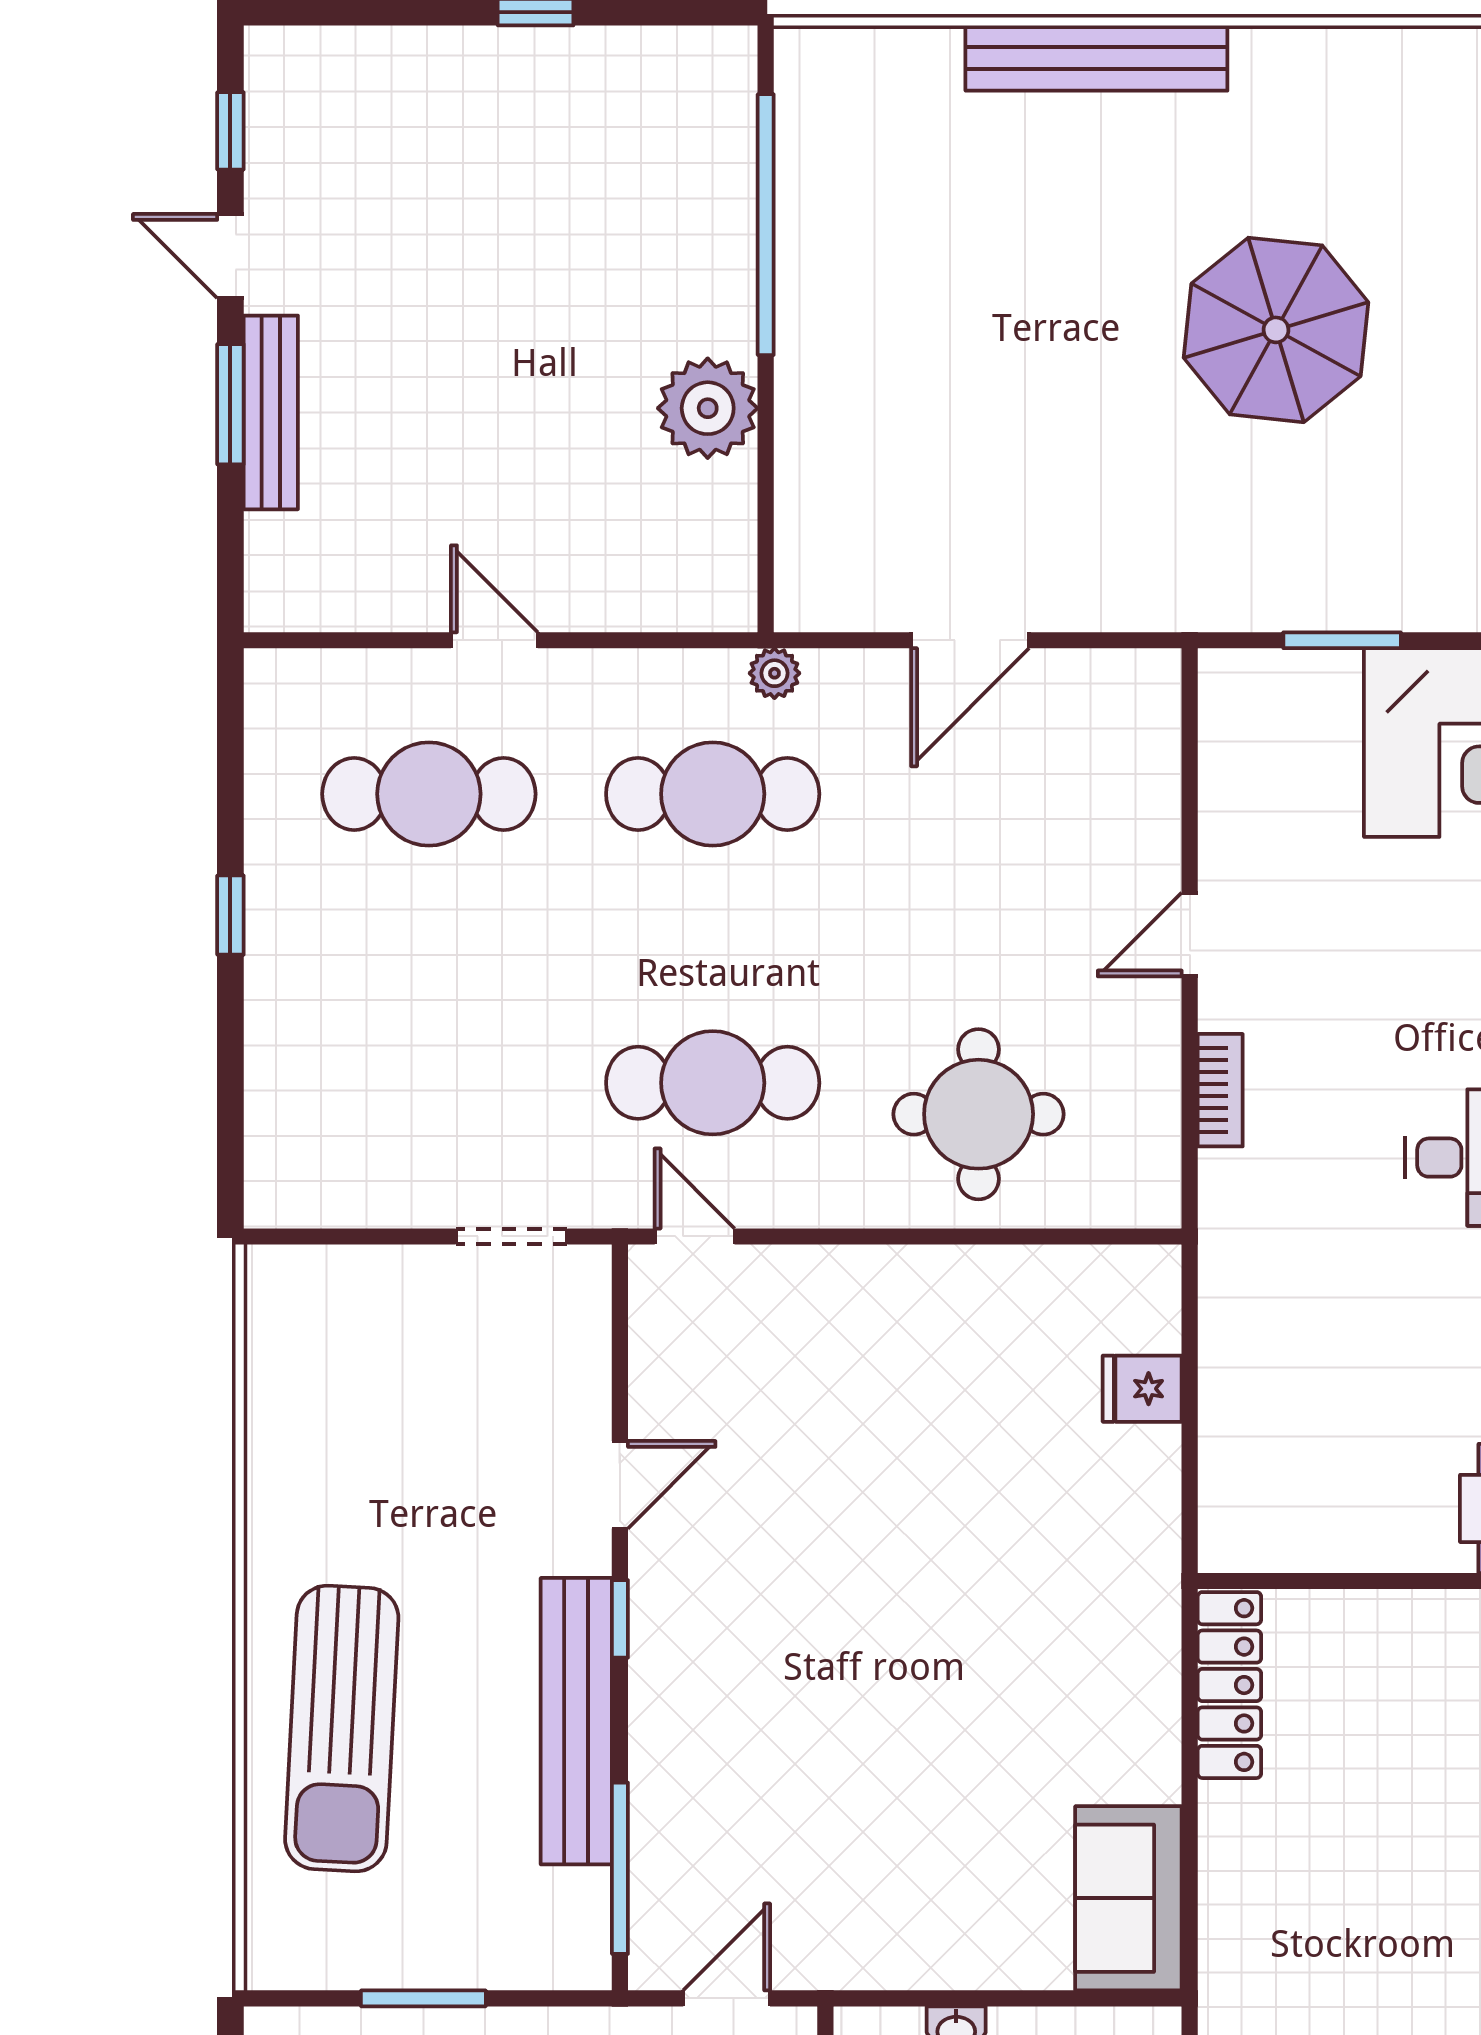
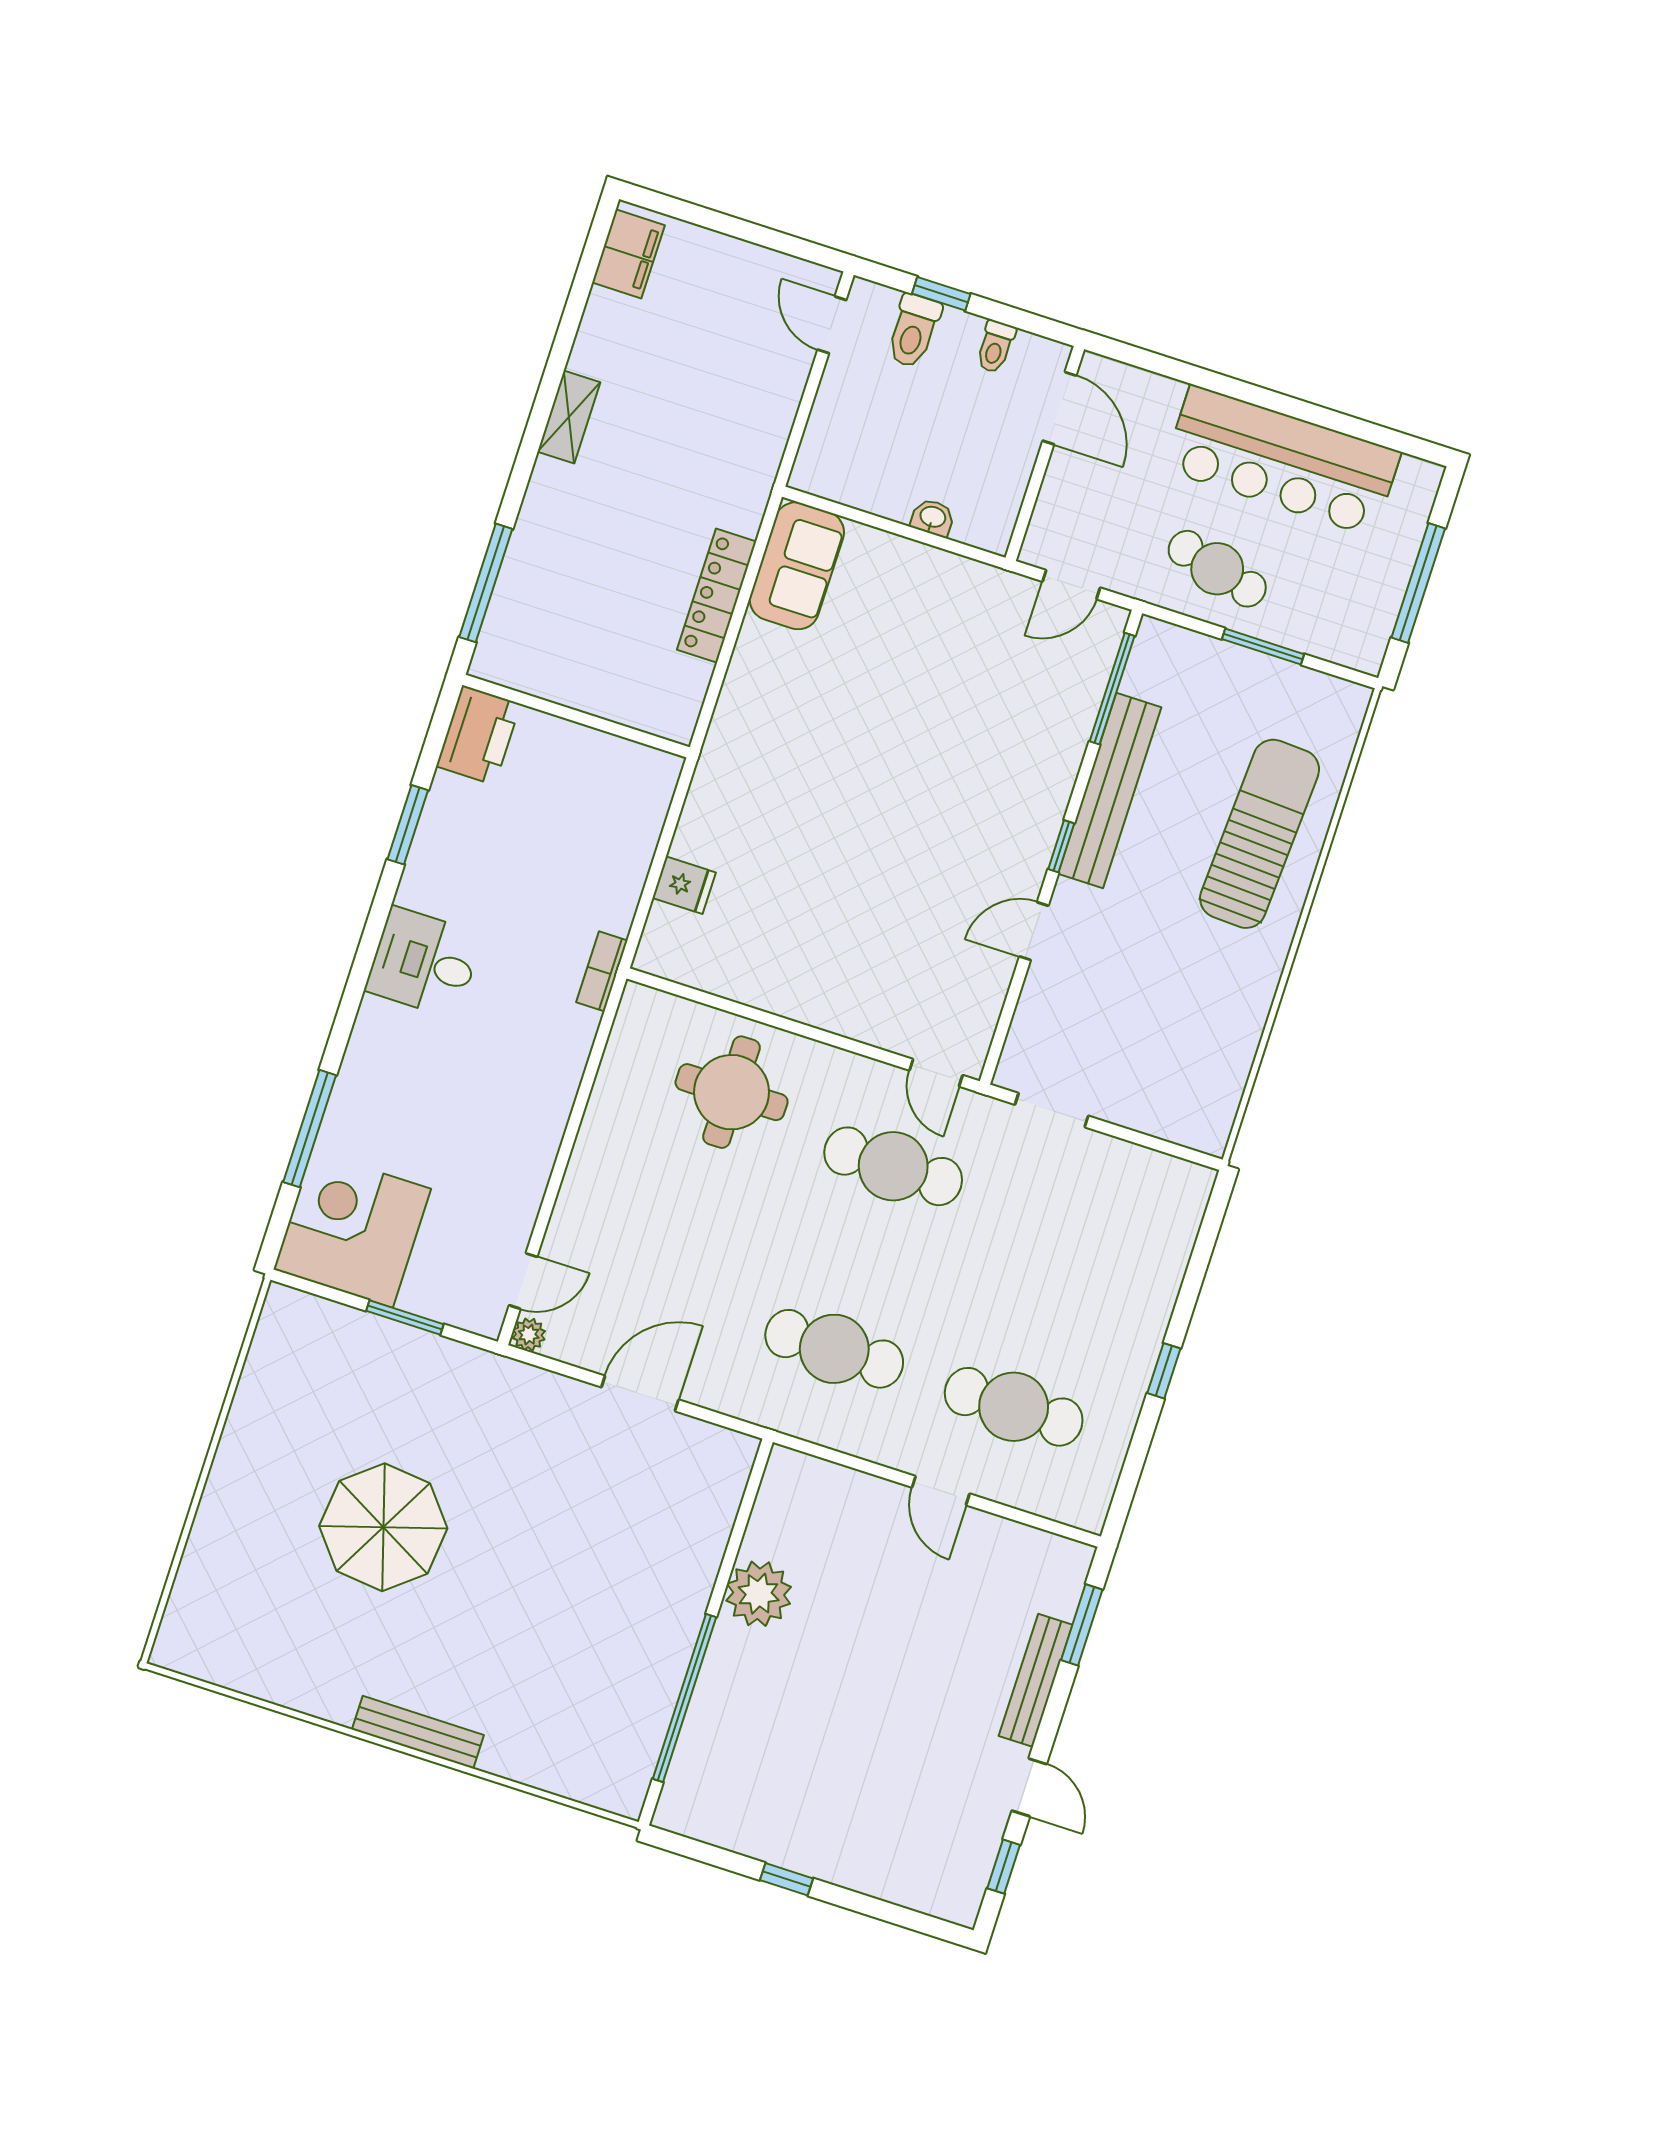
bench: (1096, 58) -> (418, 1732), width x0.73, depth x0.82
window: (230, 404) -> (1082, 1625), moved
plant: (774, 673) -> (529, 1335), moved
door: (1190, 934) -> (523, 1281), moved
bookcase: (1220, 1090) -> (602, 971), moved
locker: (1229, 1685) -> (717, 596), moved

